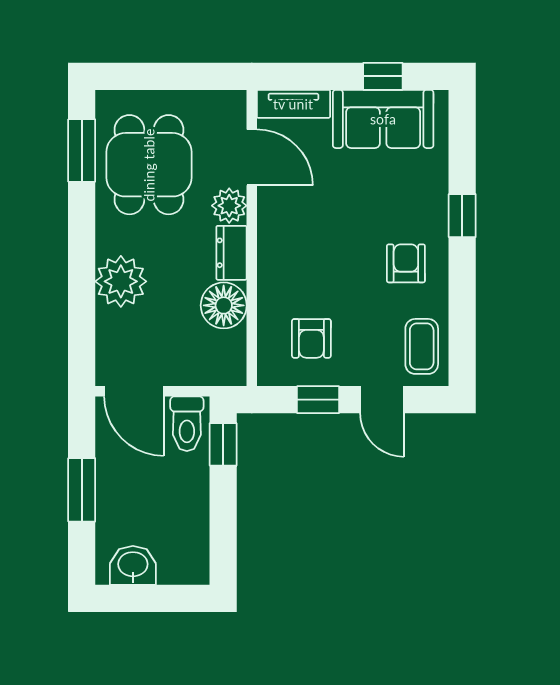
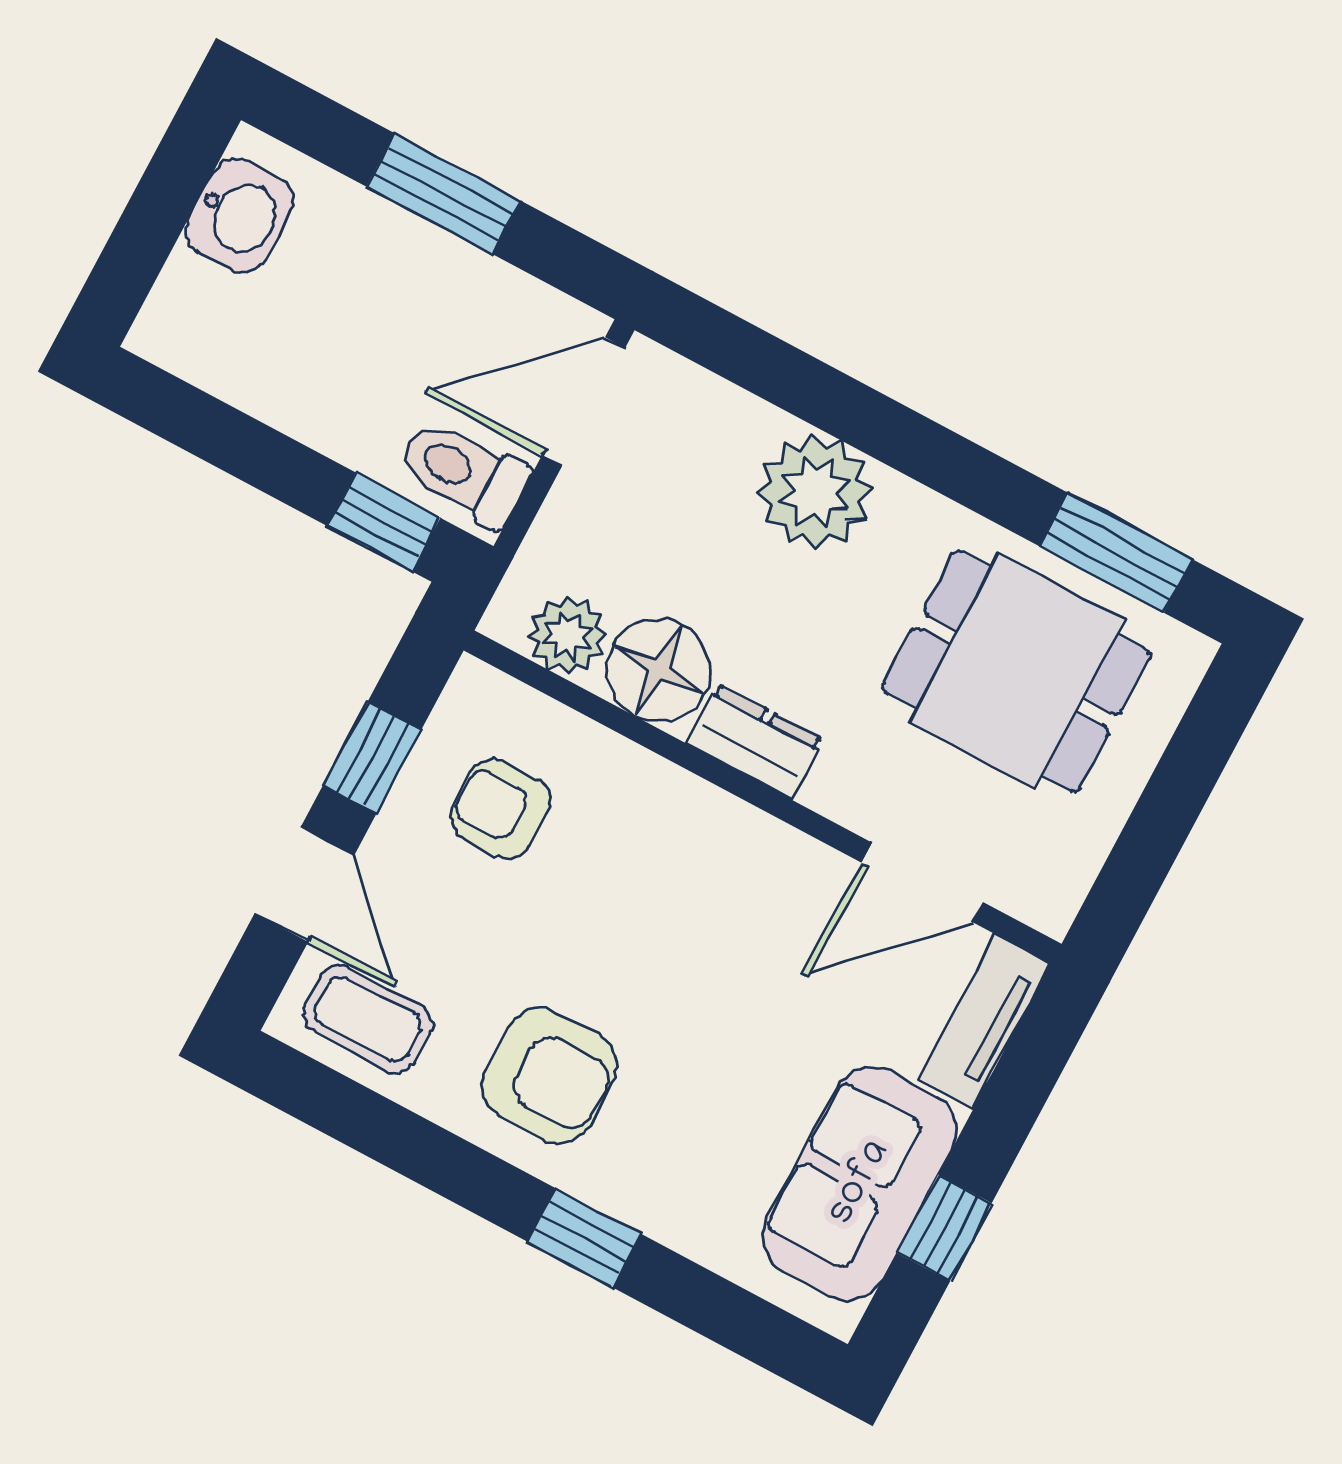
plant: (229, 206) -> (567, 635), moved
armchair: (406, 263) -> (549, 1076), width x1.38, depth x1.38
door: (382, 400) -> (304, 884), swing flipped

